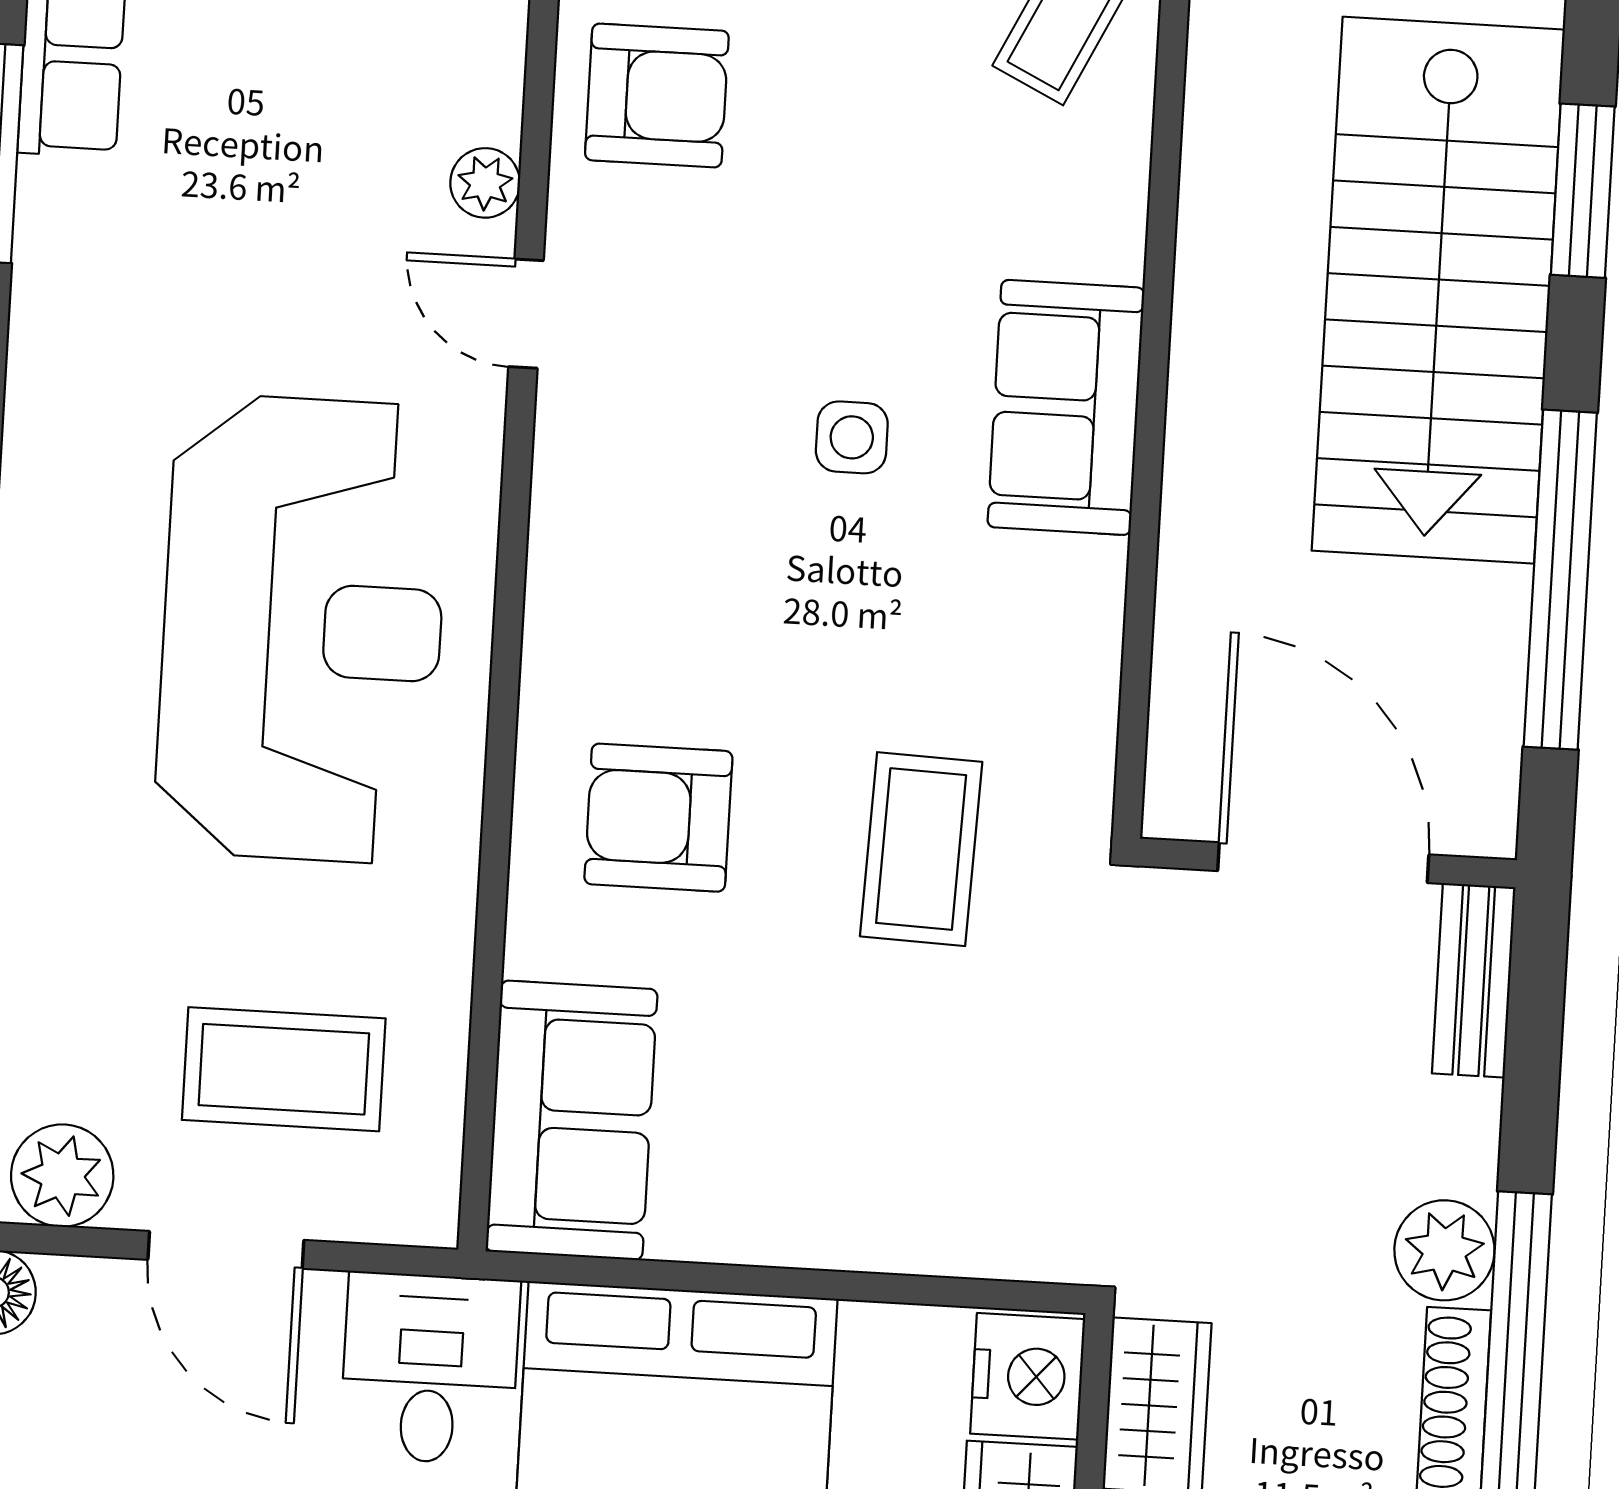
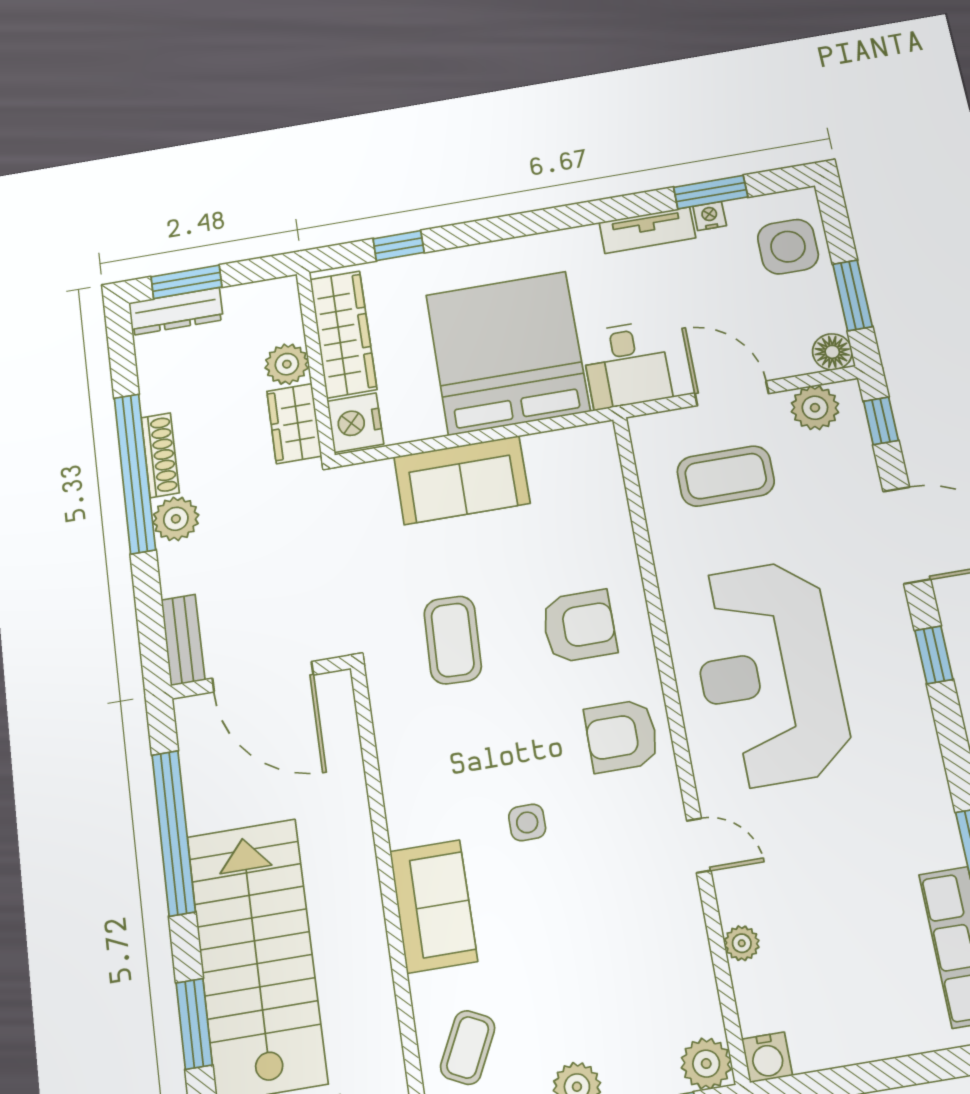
armchair: (657, 96) -> (622, 736), moved
plant: (485, 183) -> (742, 943), moved
sofa: (1066, 407) -> (433, 906), moved
sofa: (572, 1120) -> (462, 480), moved, turned -90

